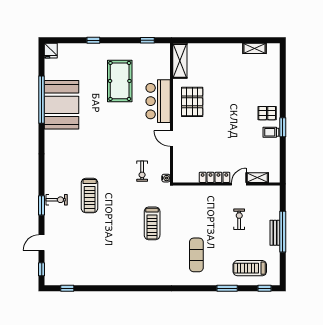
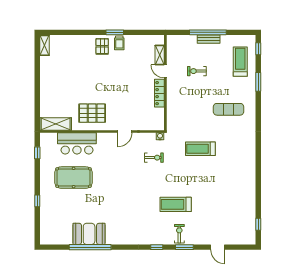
shelving: (254, 48) -> (45, 45), moved
fridge: (51, 51) -> (47, 239), removed
bar counter: (158, 101) -> (77, 143), moved
booth: (62, 105) -> (89, 234), width x0.73, depth x0.70
treadmill: (90, 195) -> (176, 204), turned 180
treadmill: (152, 223) -> (200, 149), turned 180
treadmill: (250, 268) -> (240, 62), turned 180
window: (42, 269) -> (157, 247), moved

